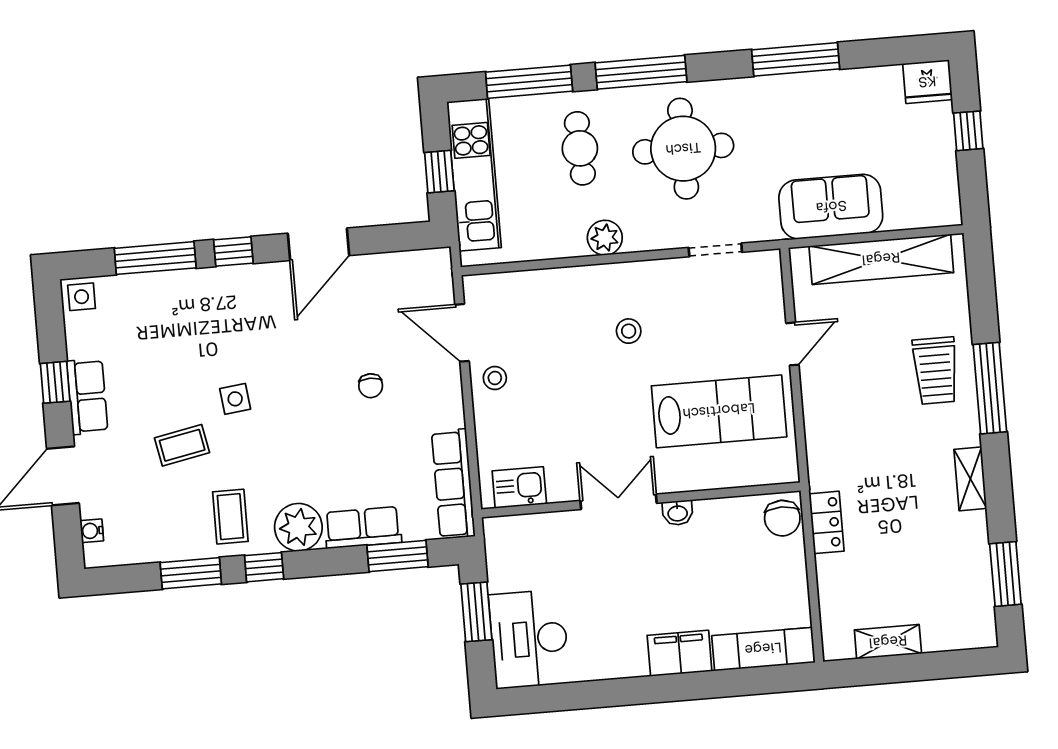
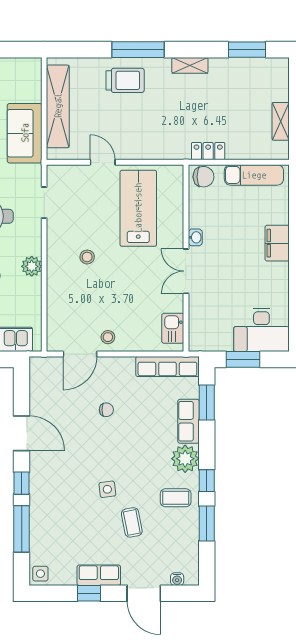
exam couch: (763, 649) -> (254, 175), moved, turned -90

